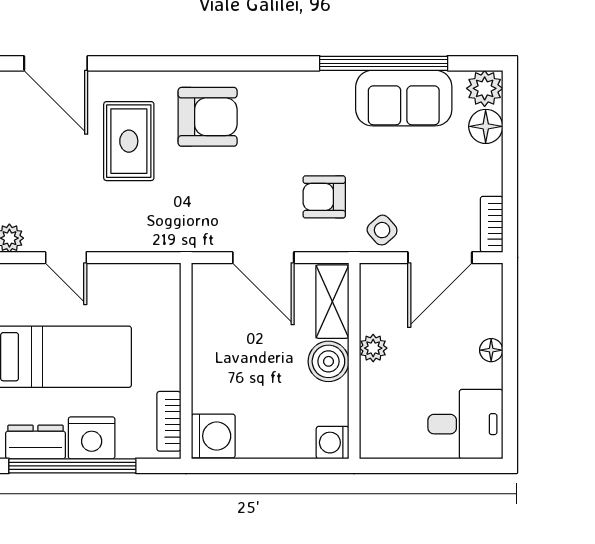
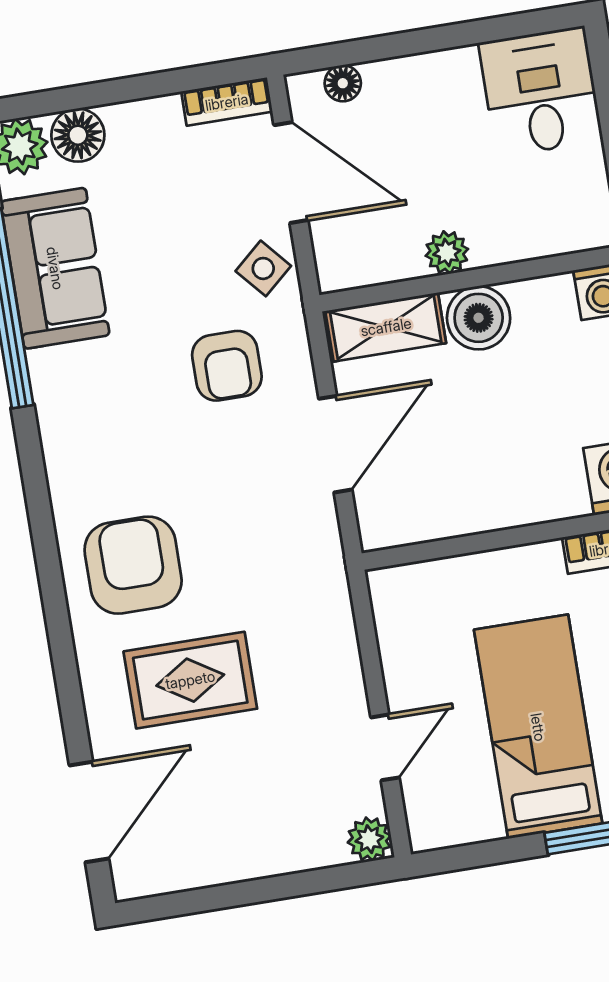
floor lamp: (491, 350) -> (343, 83), moved

